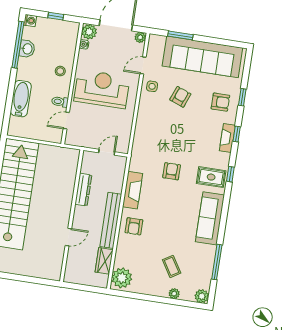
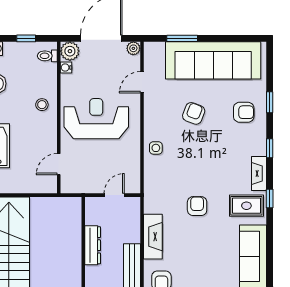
side table: (152, 86) -> (156, 148), moved
toilet: (60, 102) -> (47, 56), moved
fireplace: (227, 138) -> (259, 174), moved

